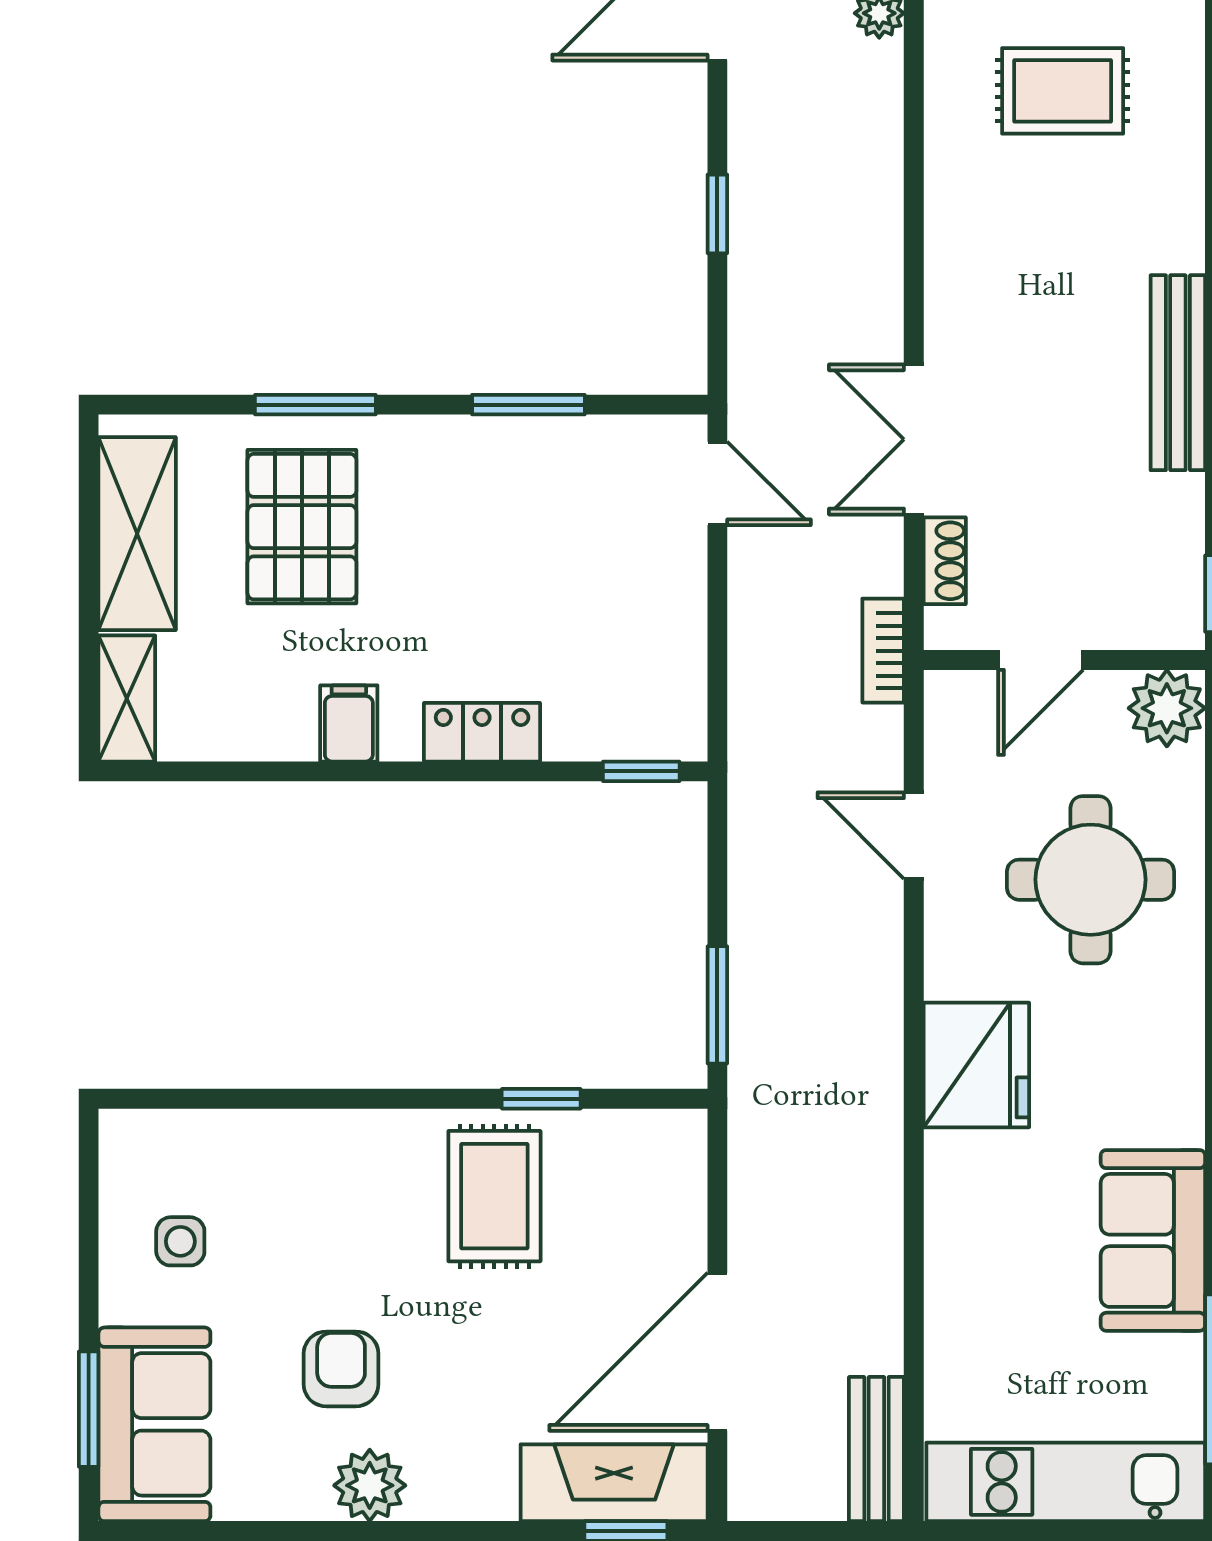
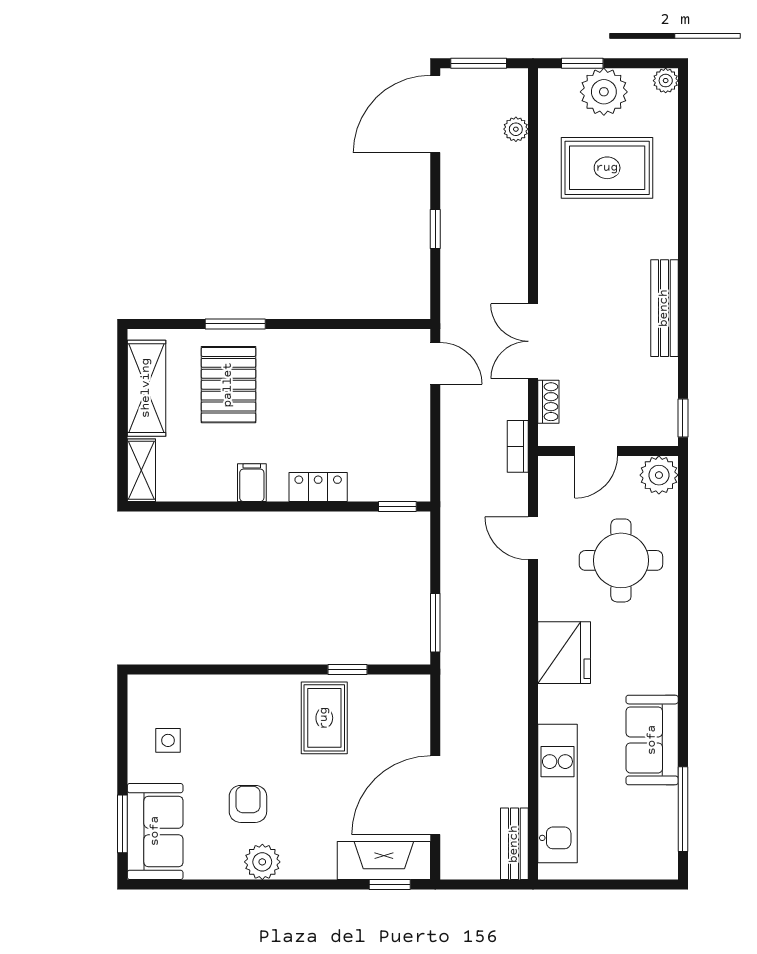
rug: (1063, 91) -> (607, 168), width x1.36, depth x1.43
window: (528, 405) -> (341, 324), removed
kitchen unit: (1066, 1482) -> (557, 793), moved, turned 90

